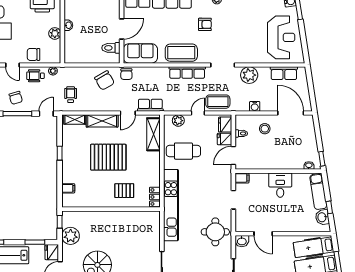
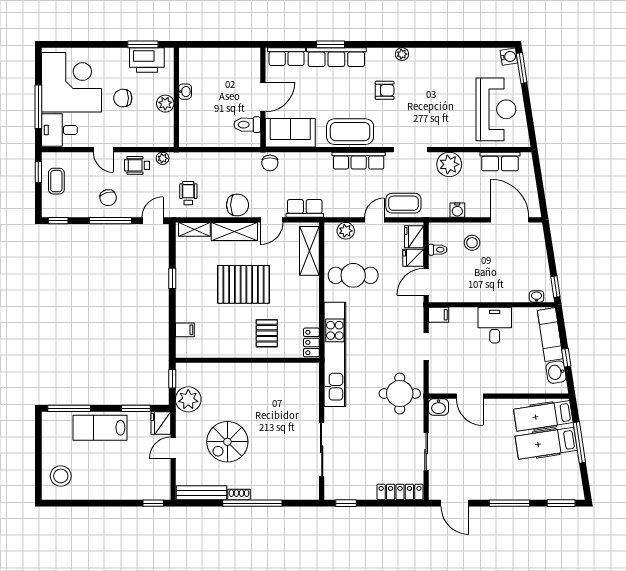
chair: (34, 54) -> (123, 98), moved
chair: (105, 80) -> (238, 205), moved, turned -60
pallet: (124, 191) -> (267, 333), turned 90

